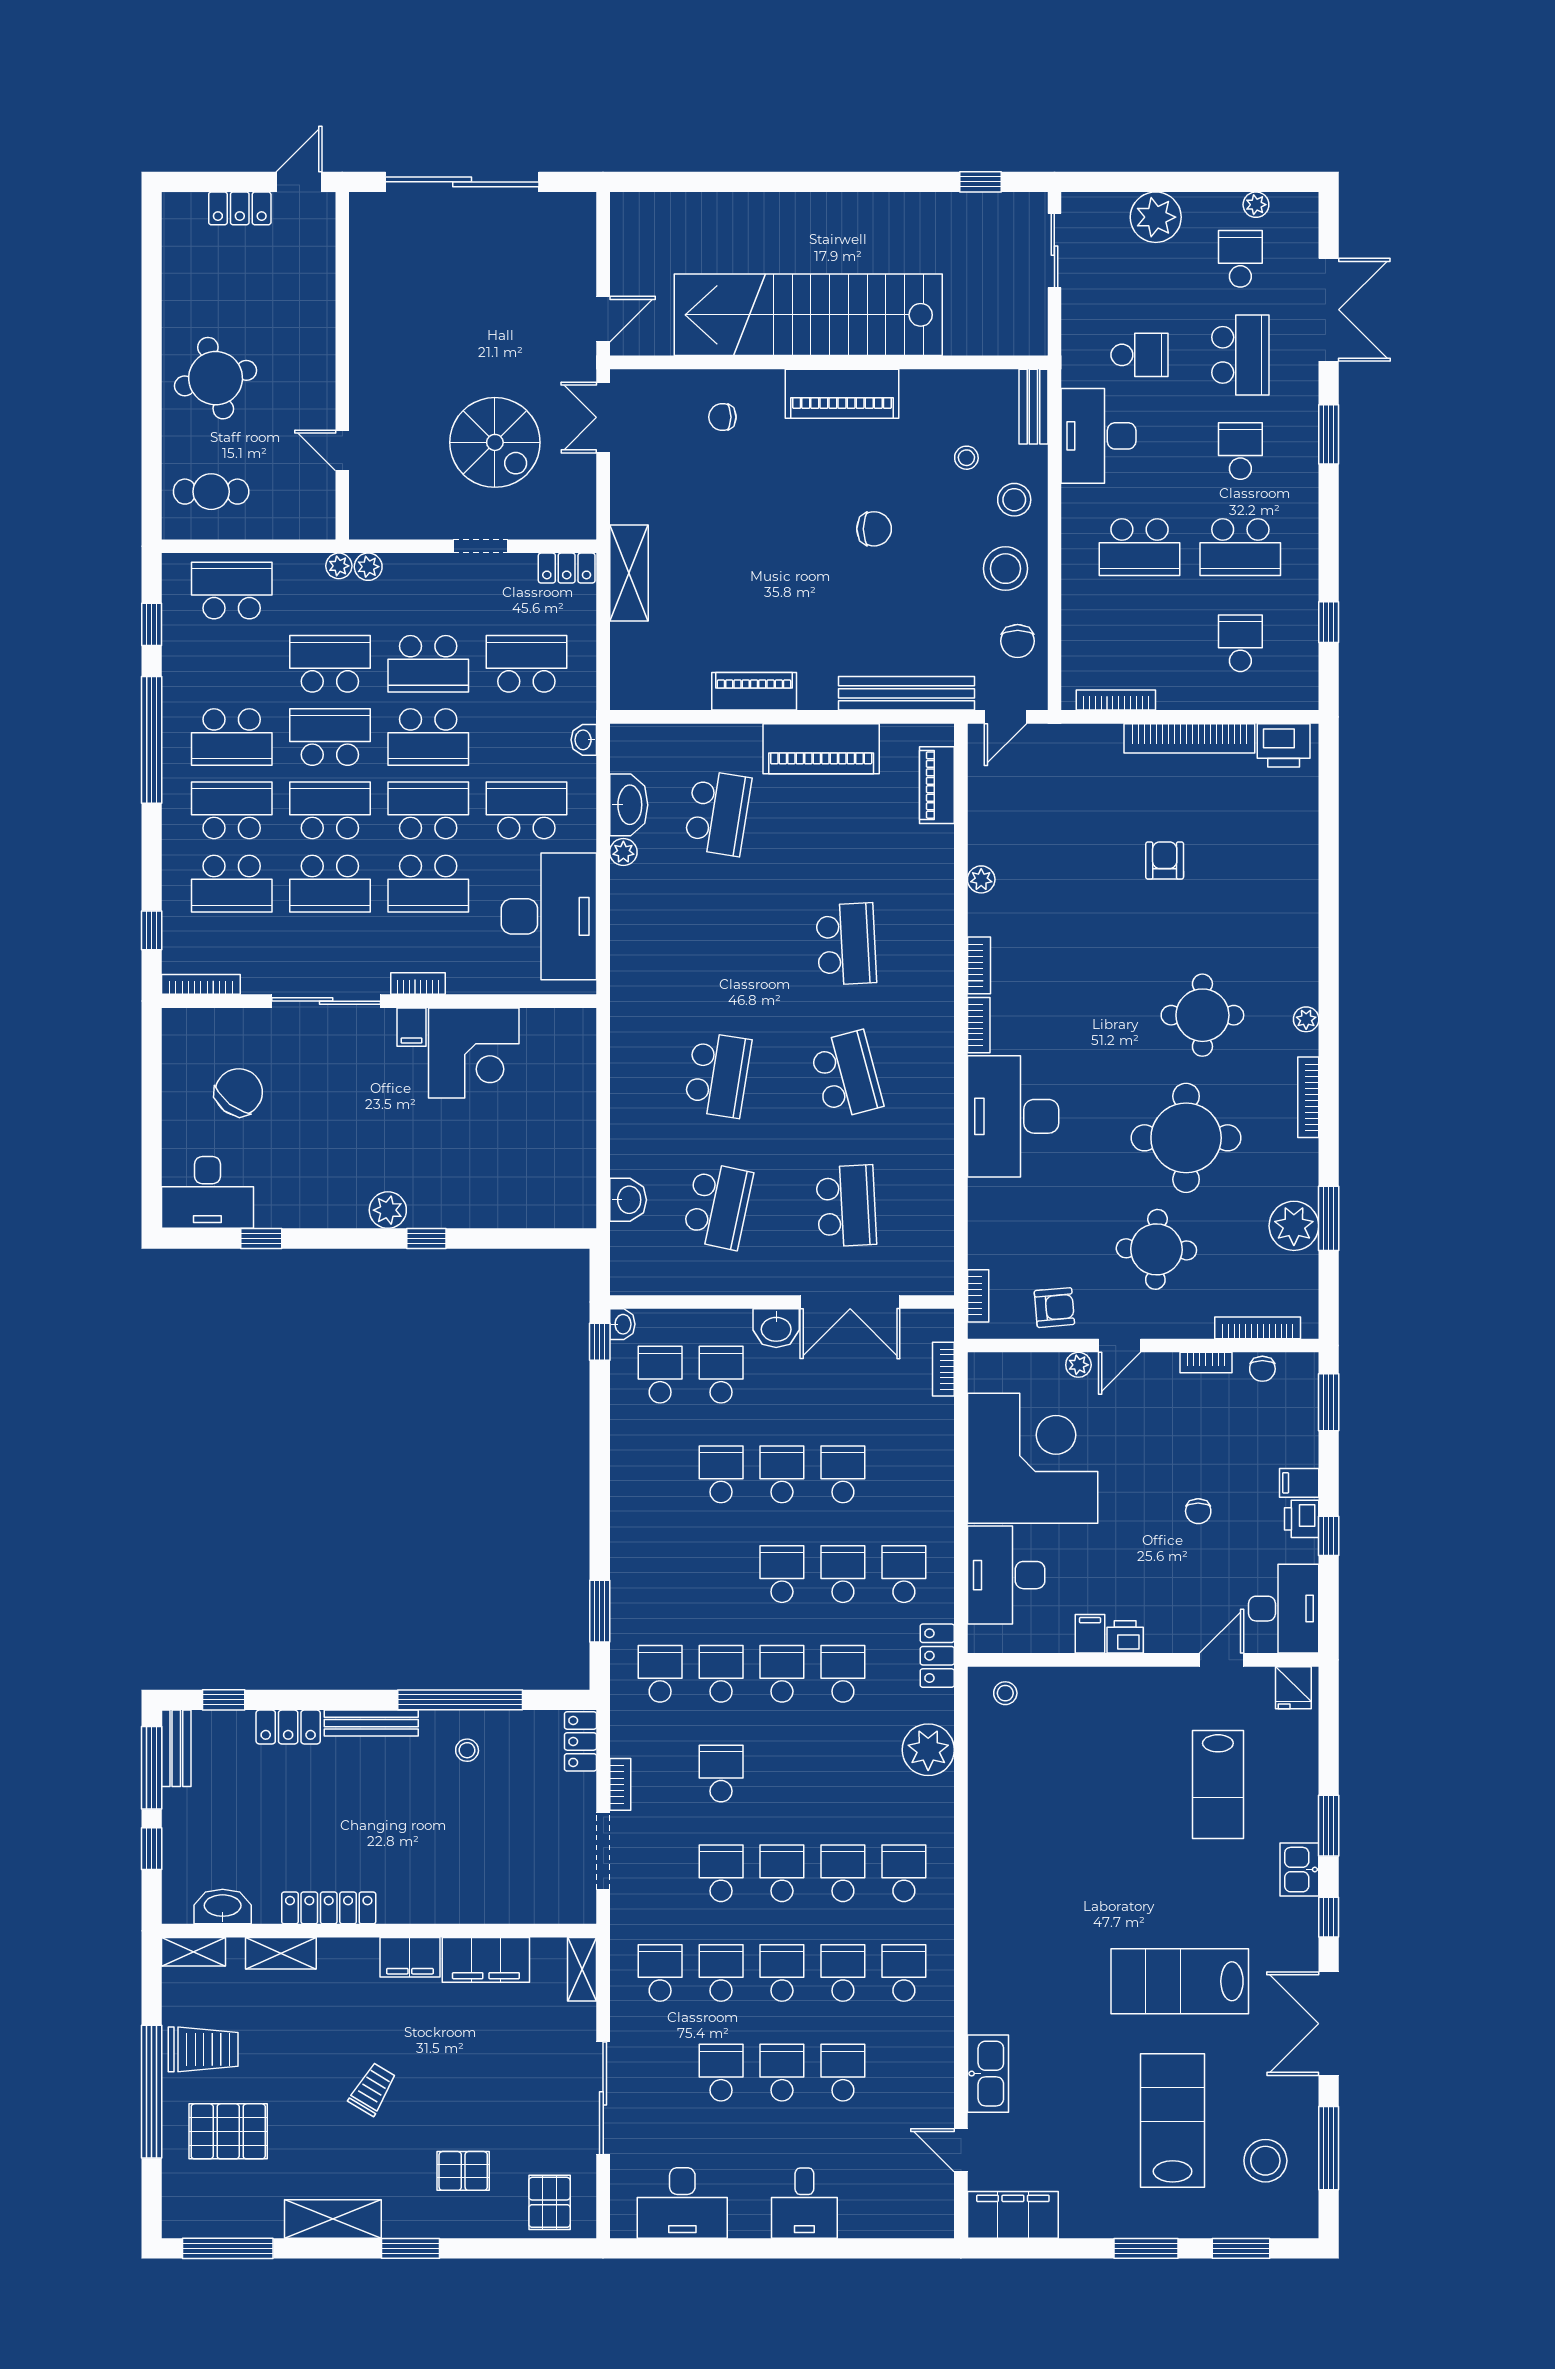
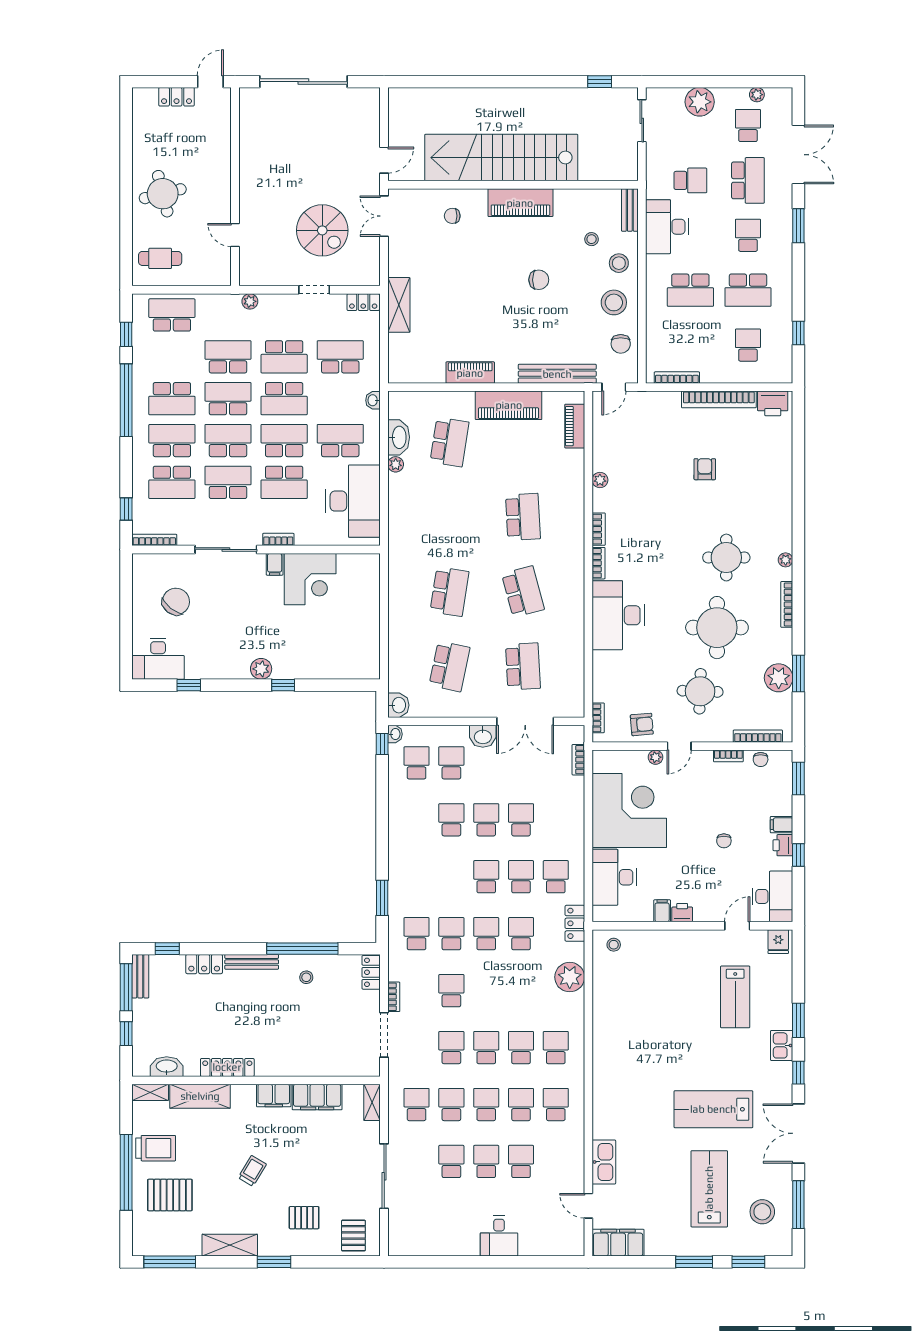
plant: (339, 566) -> (233, 301), removed
school desk: (330, 884) -> (228, 482), turned 180
washbasin: (628, 1200) -> (398, 705), moved
shelving: (281, 1953) -> (200, 1096), width x1.50, depth x1.33
desk: (682, 2203) -> (429, 1236), removed

